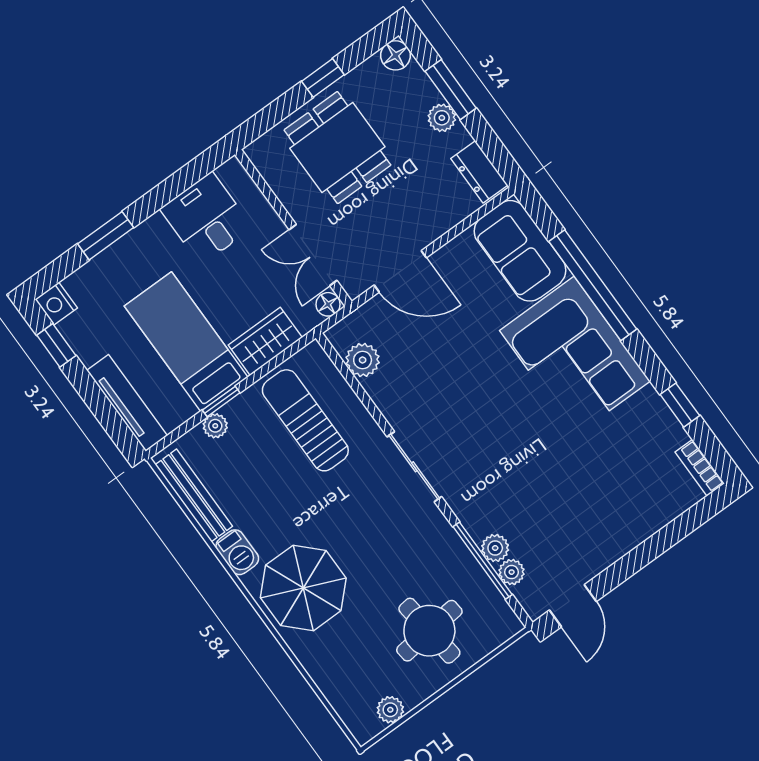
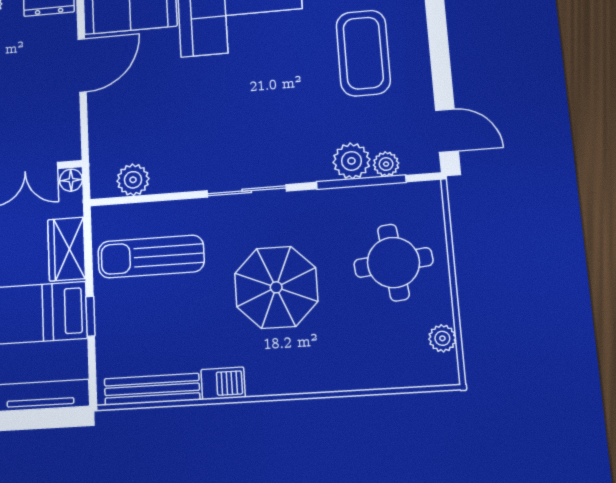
door: (400, 271) -> (82, 65), moved
plant: (215, 426) -> (107, 334), removed
coffee table: (600, 491) -> (363, 53), added
plant: (495, 548) -> (351, 161), width x1.38, depth x1.38
parasol: (303, 588) -> (276, 287), moved

